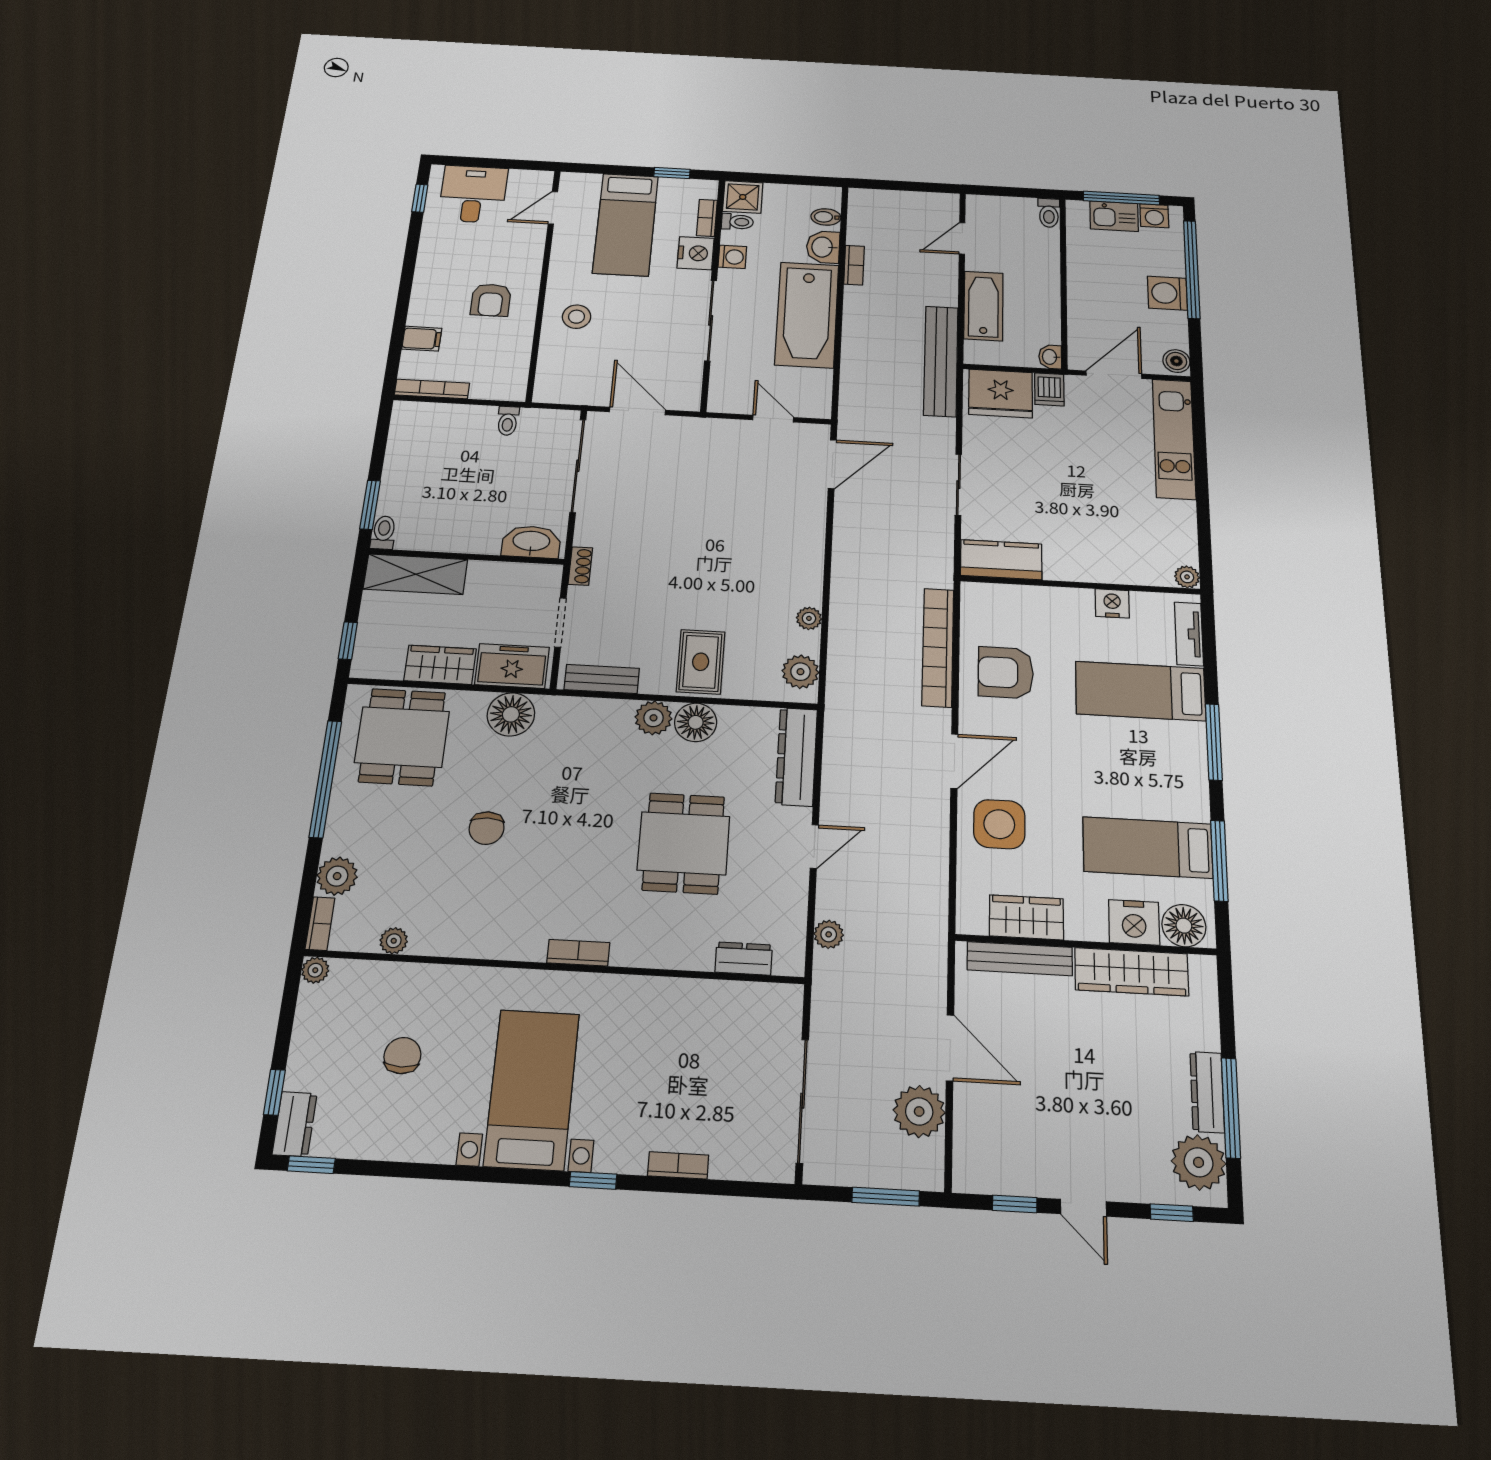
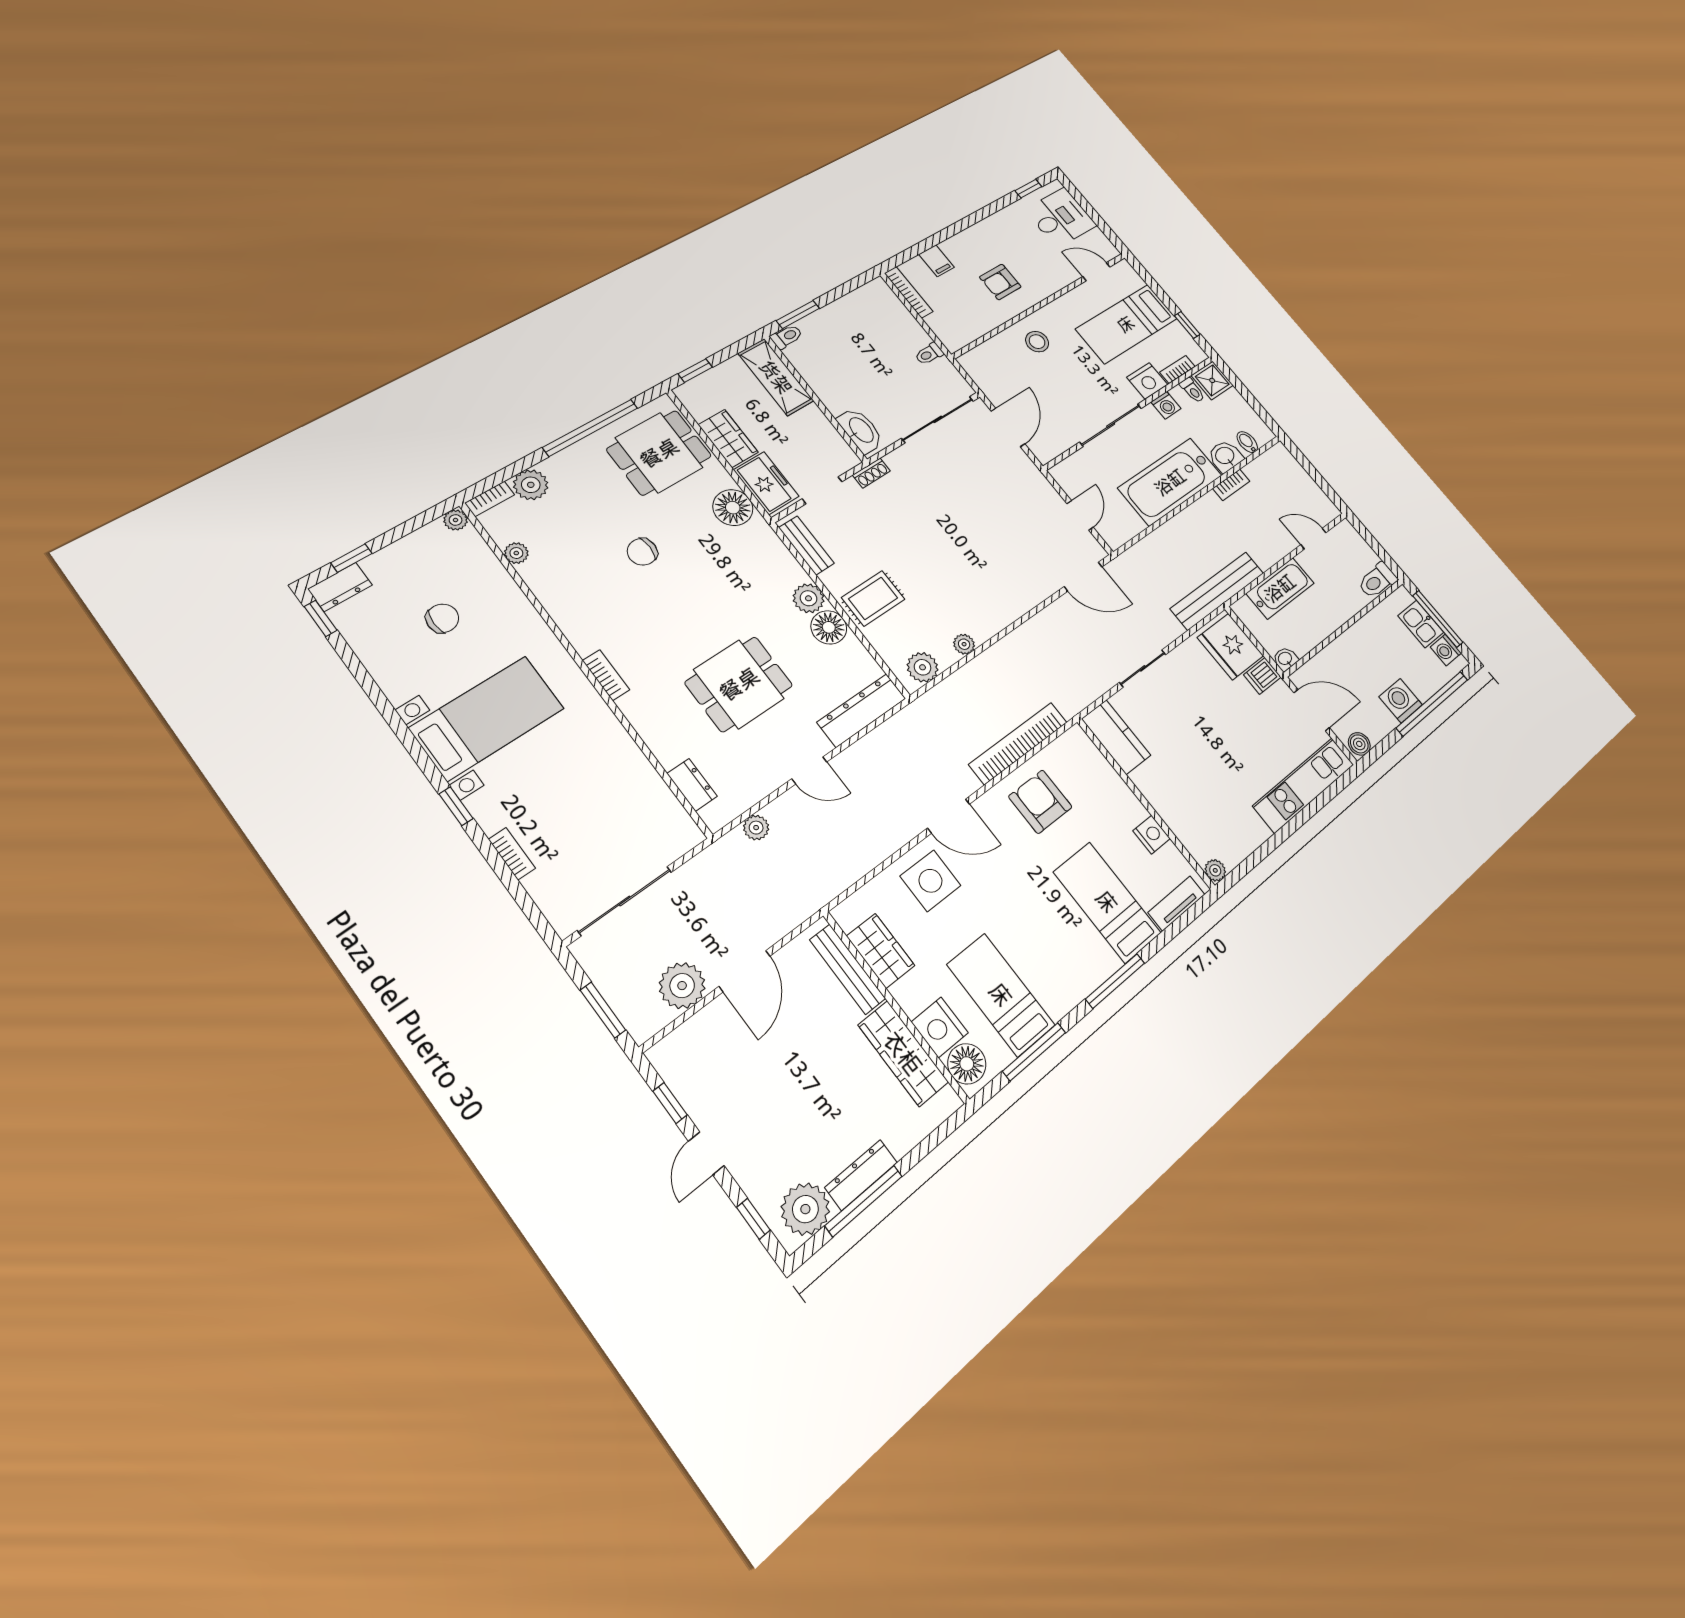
toilet: (1049, 213) -> (1377, 581), width x1.37, depth x1.39

